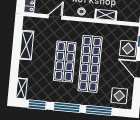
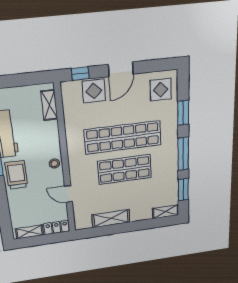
shelving: (106, 15) -> (49, 105), moved
window: (99, 110) -> (183, 113), width x0.69

